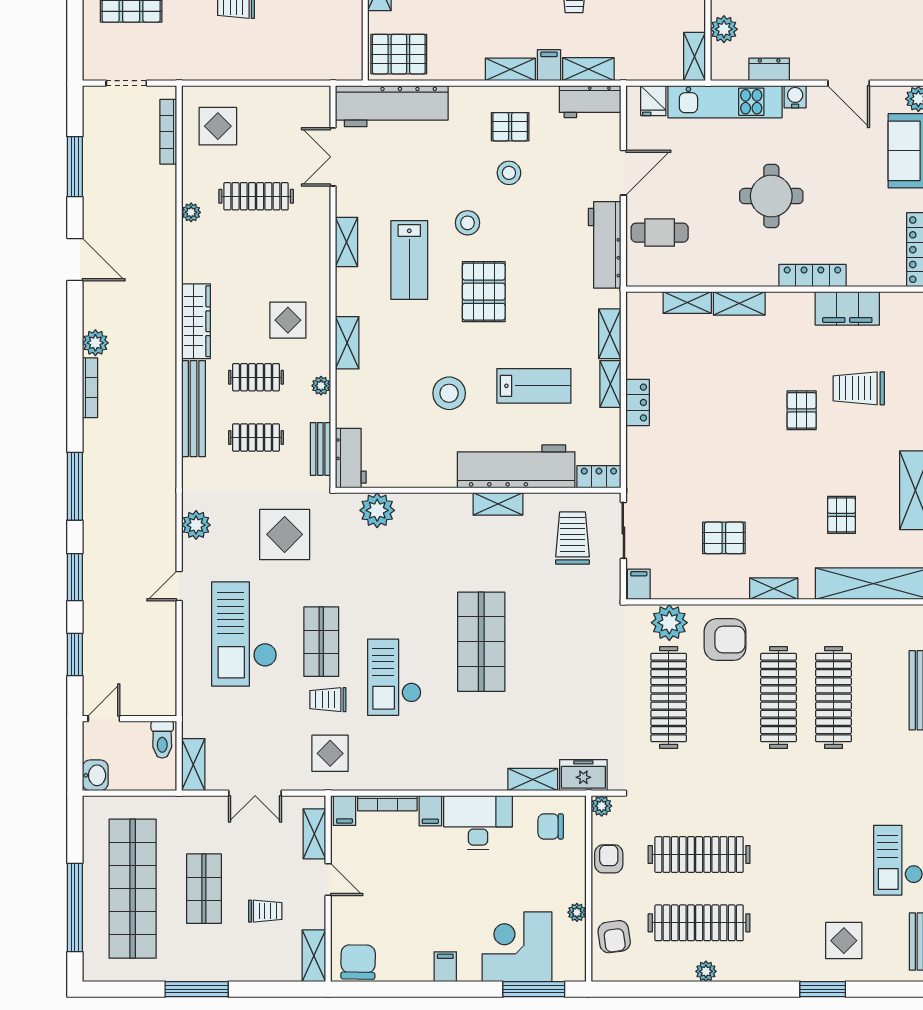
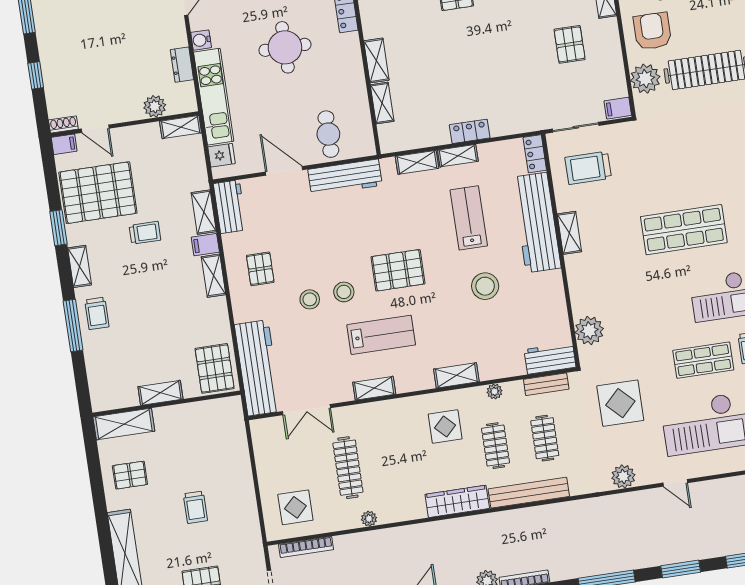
stool: (509, 173) -> (310, 299), moved

